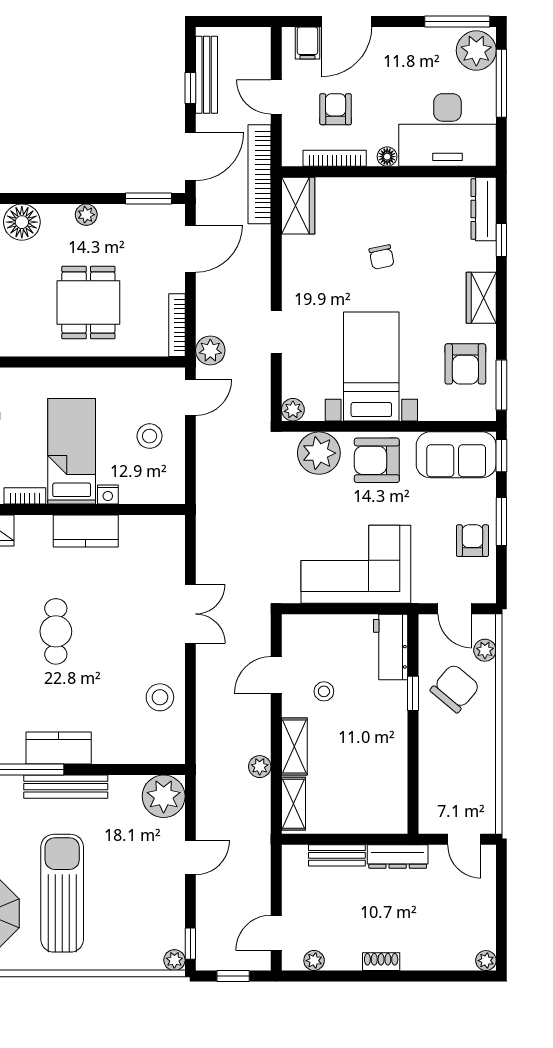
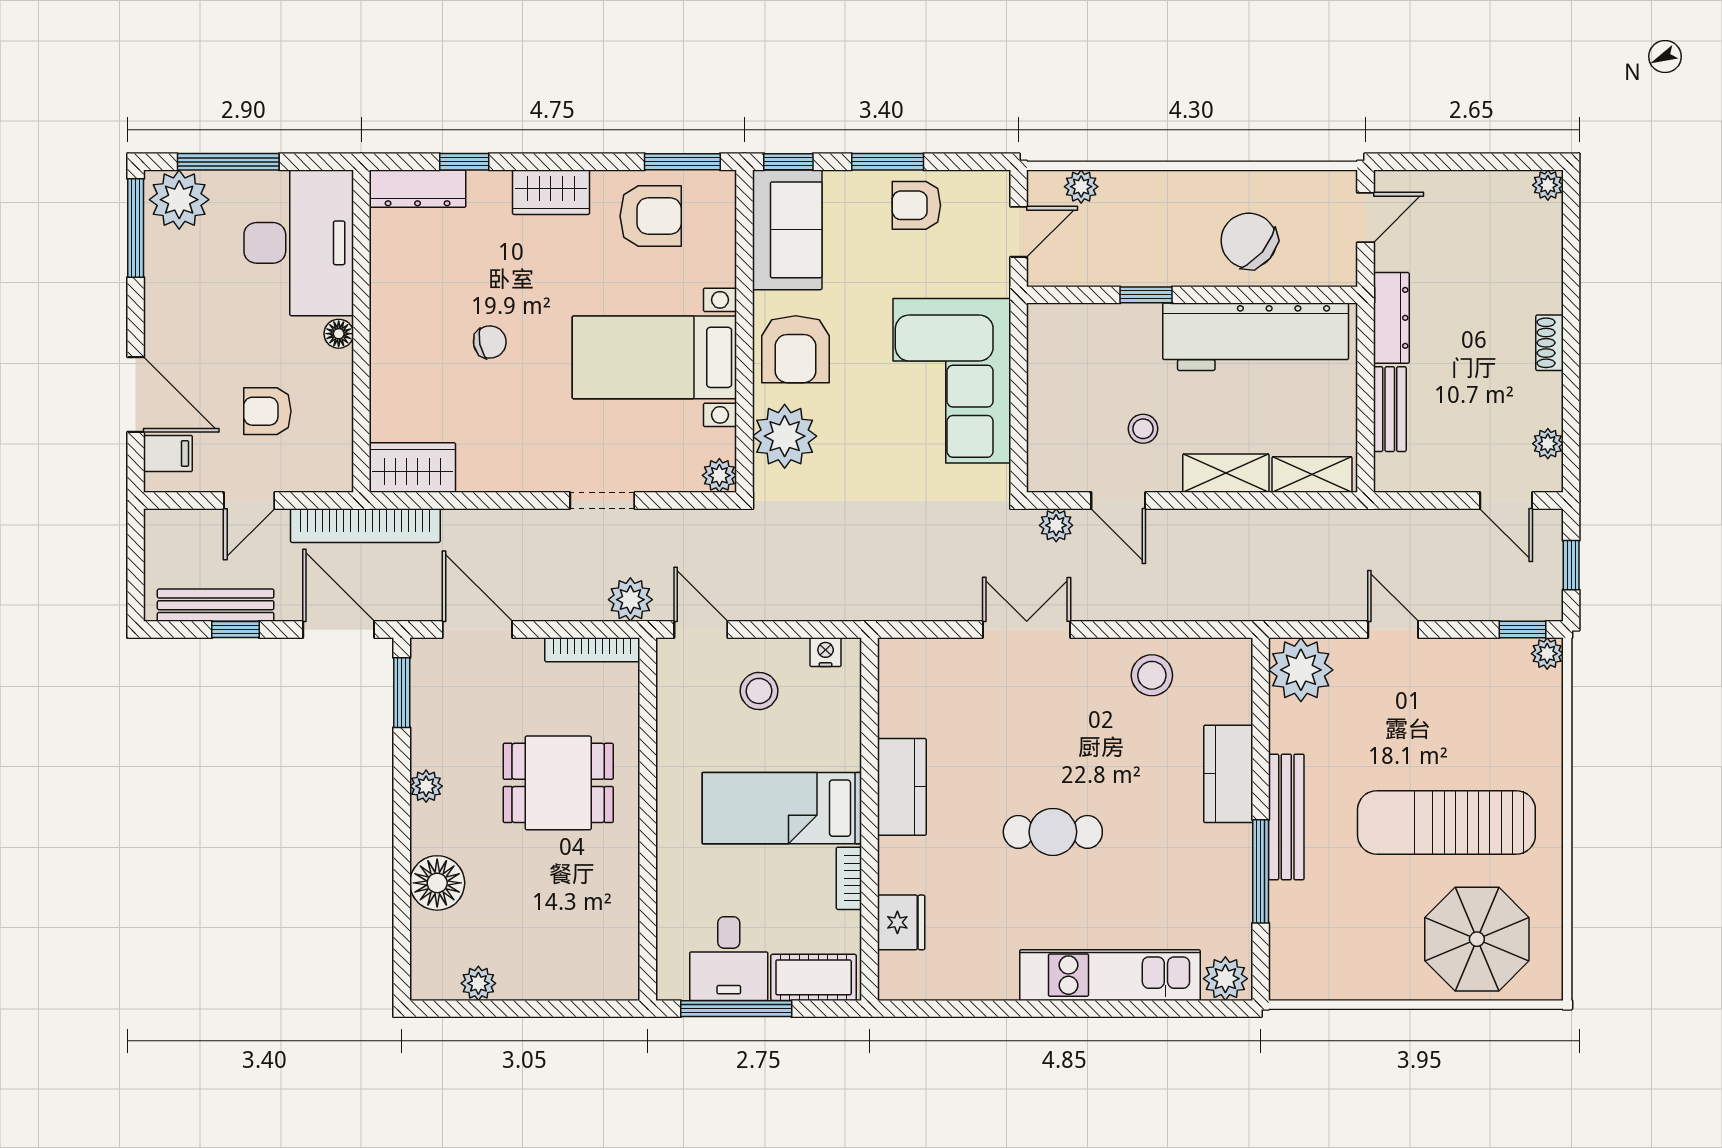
bookcase: (335, 158) -> (341, 413), removed
nightstand: (108, 494) -> (826, 652), moved, turned -90
workbench: (391, 647) -> (1256, 337), moved, width x1.88, depth x1.32
chair: (455, 688) -> (1249, 241), moved
kitchen counter: (59, 748) -> (1228, 774), moved
plant: (260, 767) -> (1056, 525), moved

